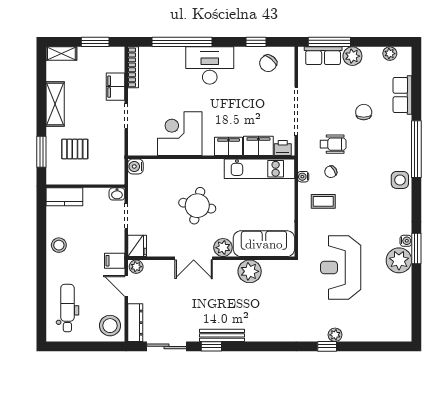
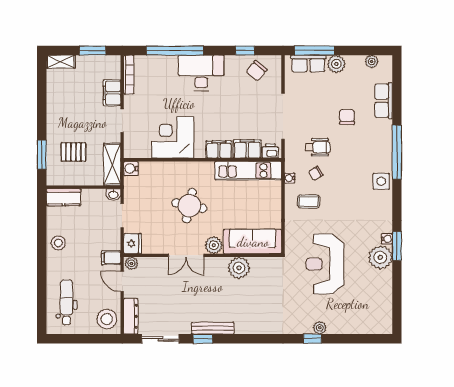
shelving: (55, 104) -> (112, 164), moved

